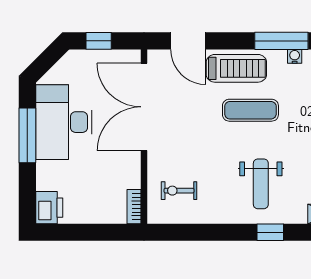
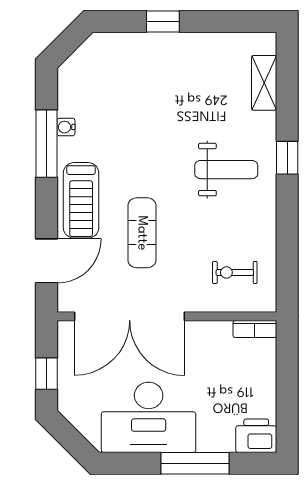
treadmill: (236, 68) -> (81, 200), turned 180
exercise mat: (250, 110) -> (142, 233), moved
window: (27, 135) -> (195, 463), moved
exercise bike: (179, 191) -> (235, 272), turned 90

